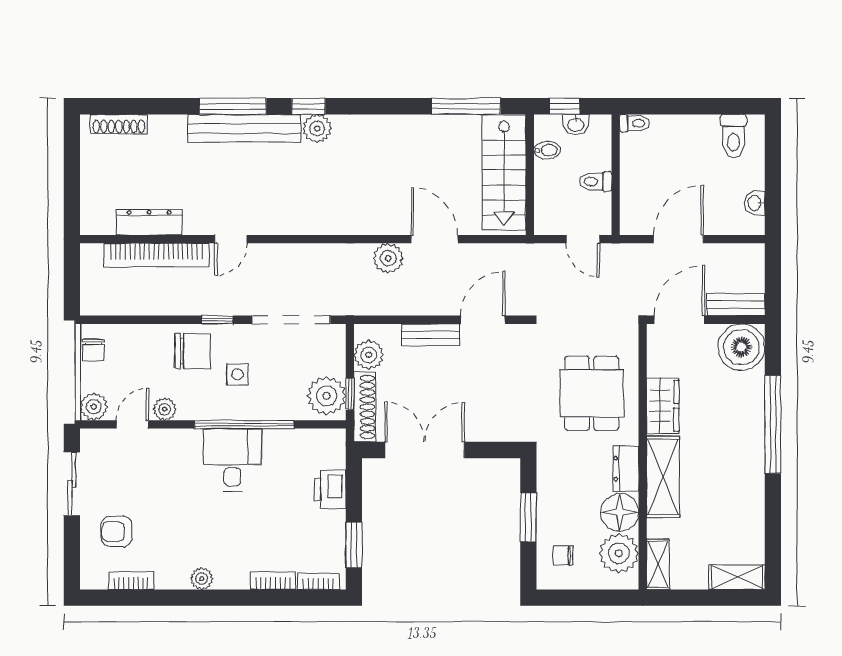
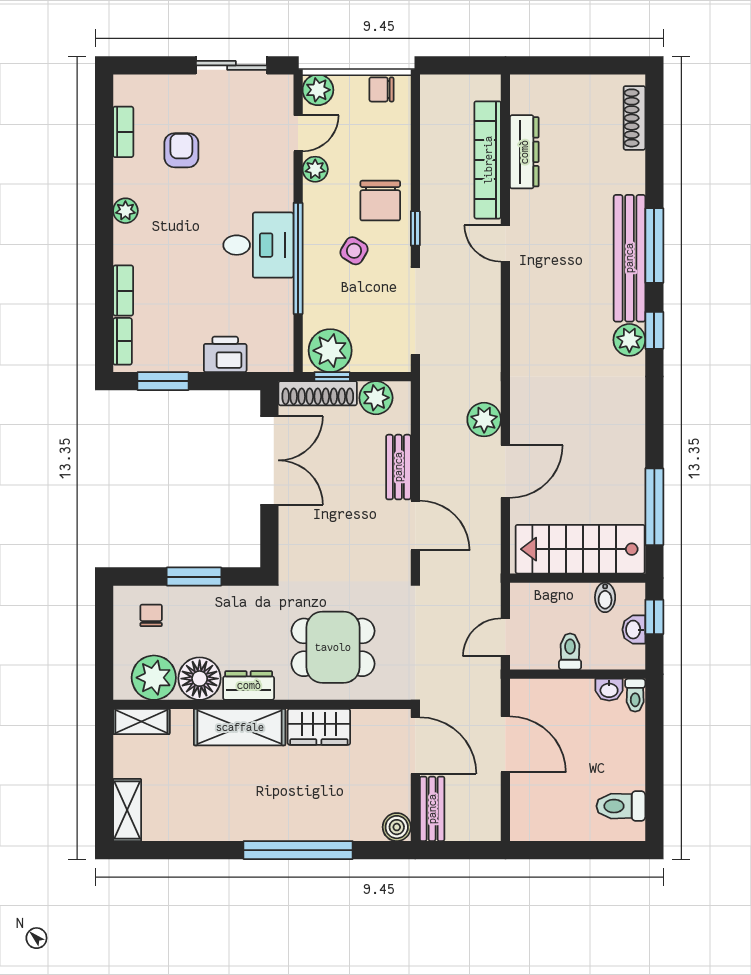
washbasin: (755, 203) -> (609, 690), moved, turned 180
boiler: (741, 347) -> (397, 827), width x0.54, depth x0.54
side table: (237, 374) -> (354, 251), turned 31
door: (133, 424) -> (298, 133), hinge flipped
armchair: (117, 532) -> (181, 150), moved

